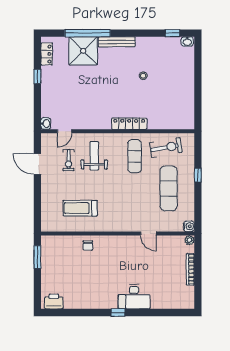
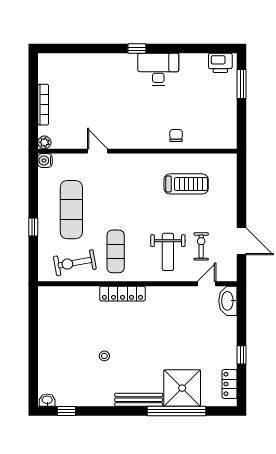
washbasin: (46, 123) -> (228, 301), width x1.91, depth x1.45
window: (37, 257) -> (242, 84), moved
desk: (134, 297) -> (158, 69), moved

